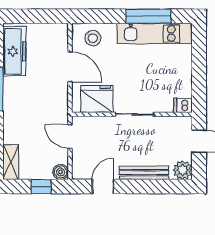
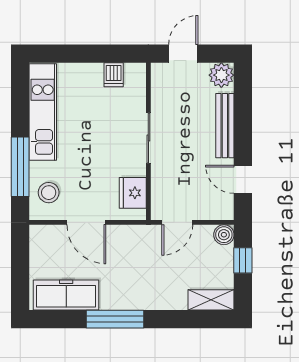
window: (148, 16) -> (20, 167), moved
door: (70, 67) -> (86, 222), swing flipped
fridge: (97, 99) -> (133, 193), width x0.73, depth x0.75
dishwasher: (183, 105) -> (114, 75), moved

